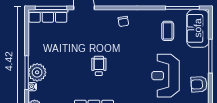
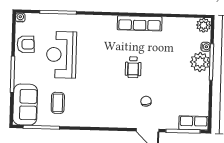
row of seats: (48, 16) -> (194, 123), width x0.68
chair: (123, 21) -> (146, 101), moved
reception desk: (166, 76) -> (61, 55), turned 180

